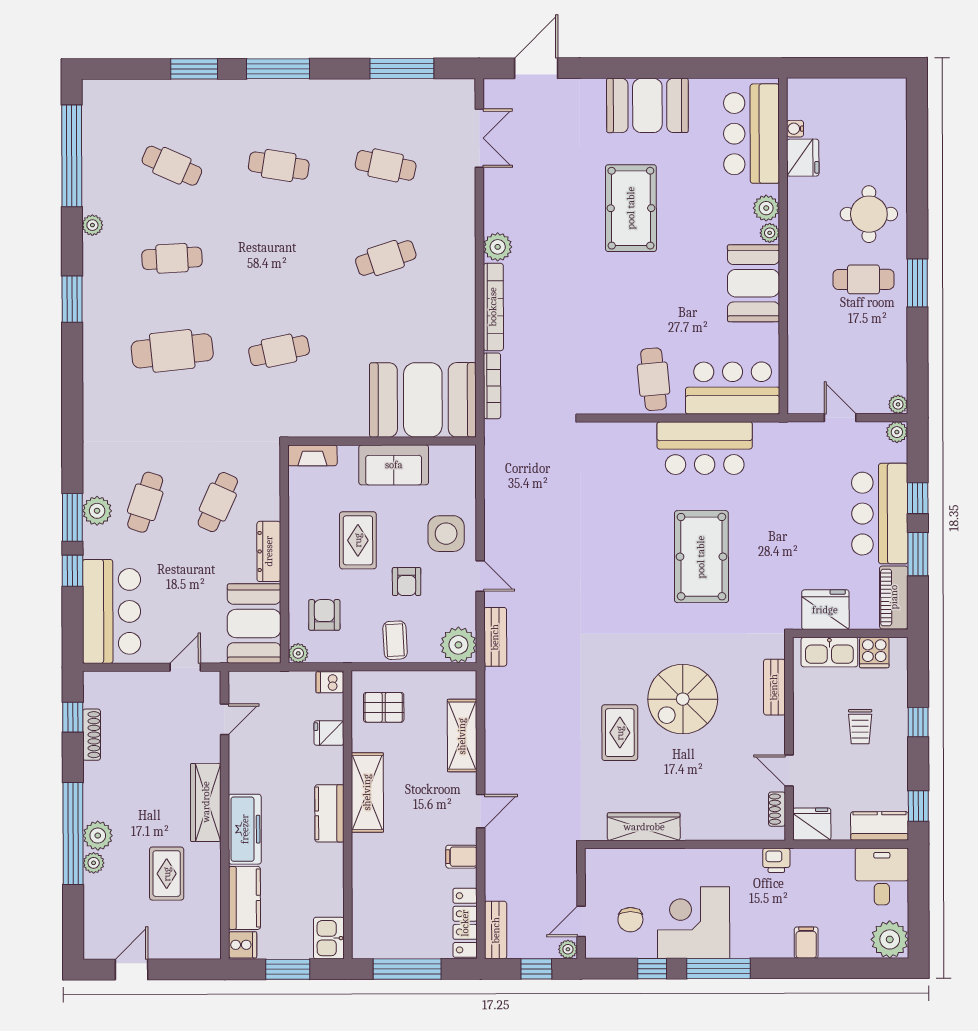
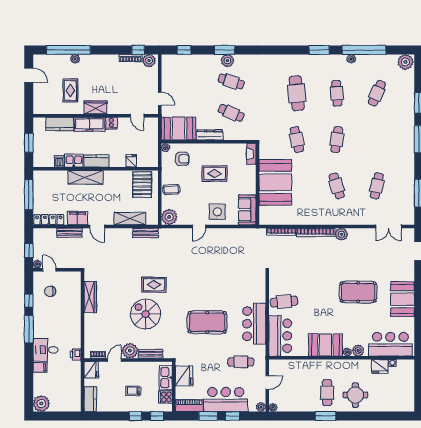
plant: (99, 100) -> (405, 62), added
window: (72, 156) -> (364, 50), moved
cafe table: (279, 166) -> (337, 140), moved
booth: (423, 400) -> (275, 182), moved
sofa: (394, 465) -> (247, 210), moved
cafe table: (793, 479) -> (241, 362), added
window: (72, 571) -> (184, 50), moved
armchair: (407, 581) -> (197, 195), removed
bar counter: (112, 611) -> (184, 67), removed
bench: (495, 637) -> (146, 233), moved
dishwasher: (330, 682) -> (59, 161), moved
pallet: (384, 707) -> (142, 185), width x1.50, depth x1.42
rug: (620, 733) -> (154, 285), moved
plant: (767, 735) -> (130, 351), added
shelving: (367, 792) -> (86, 177), moved
wardrobe: (206, 802) -> (95, 107), width x0.67
window: (918, 806) -> (157, 416), moved
window: (73, 833) -> (68, 50), moved
plant: (98, 836) -> (149, 61), moved
filing cabinet: (461, 857) -> (77, 218), width x2.00
rug: (167, 874) -> (70, 90), turned 90
desk: (882, 876) -> (46, 350), moved, turned 180
corner desk: (693, 923) -> (49, 319), removed
bench: (496, 930) -> (69, 233), moved
kitchen sink: (329, 938) -> (74, 161), moved
cooker: (243, 945) -> (111, 123), moved

